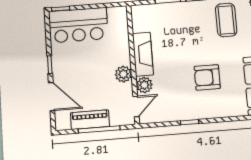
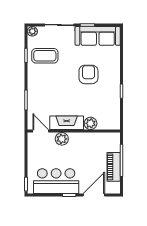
bar counter: (78, 25) -> (56, 181), moved, turned -90
plant: (123, 74) -> (62, 139), moved
armchair: (207, 77) -> (88, 74), turned 180
door: (136, 106) -> (41, 131), moved

